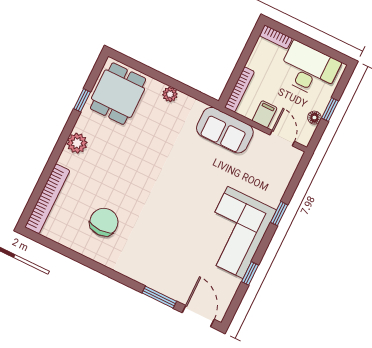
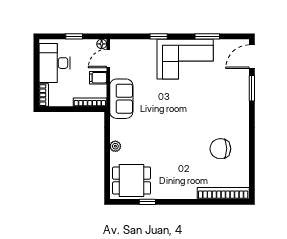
floor lamp: (314, 118) -> (102, 44), moved
plant: (77, 143) -> (177, 192), removed
window: (250, 273) -> (207, 36), width x1.50

